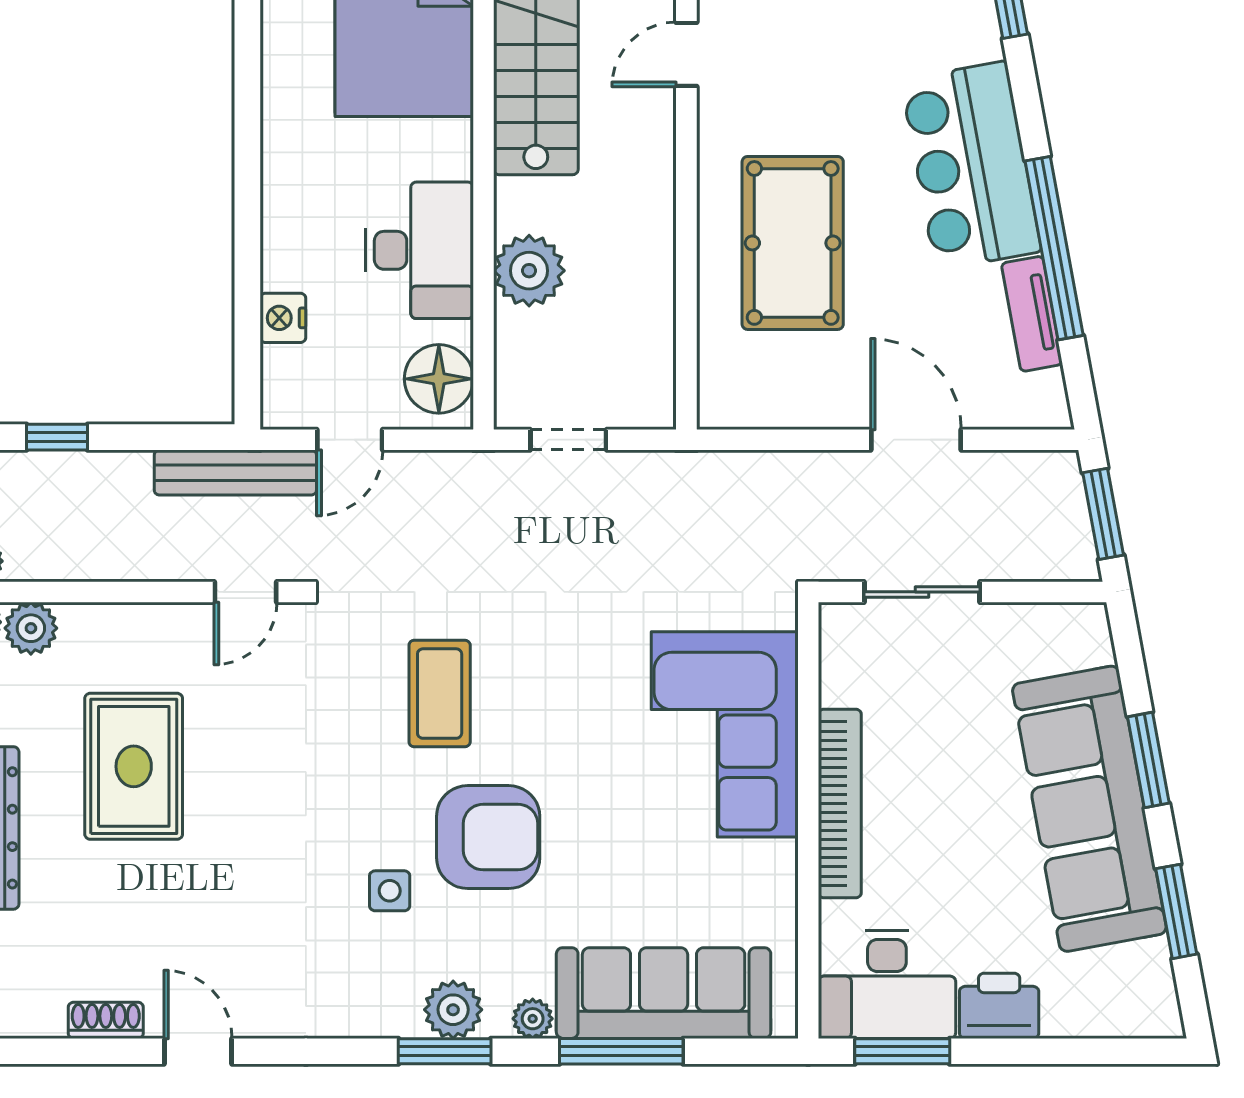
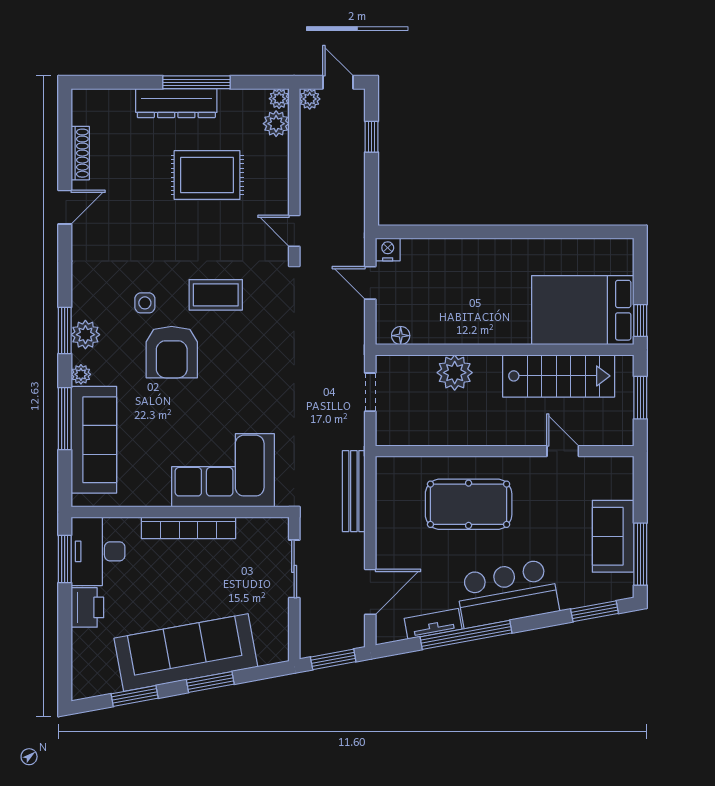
desk: (420, 250) -> (465, 318), removed
nightstand: (283, 318) -> (388, 250), moved
floor lamp: (439, 379) -> (401, 336), width x0.53, depth x0.53
door: (916, 440) -> (370, 592), moved
bench: (235, 473) -> (354, 491), moved
coffee table: (440, 694) -> (216, 295), moved
shoe rack: (106, 1020) -> (80, 153), width x1.43

